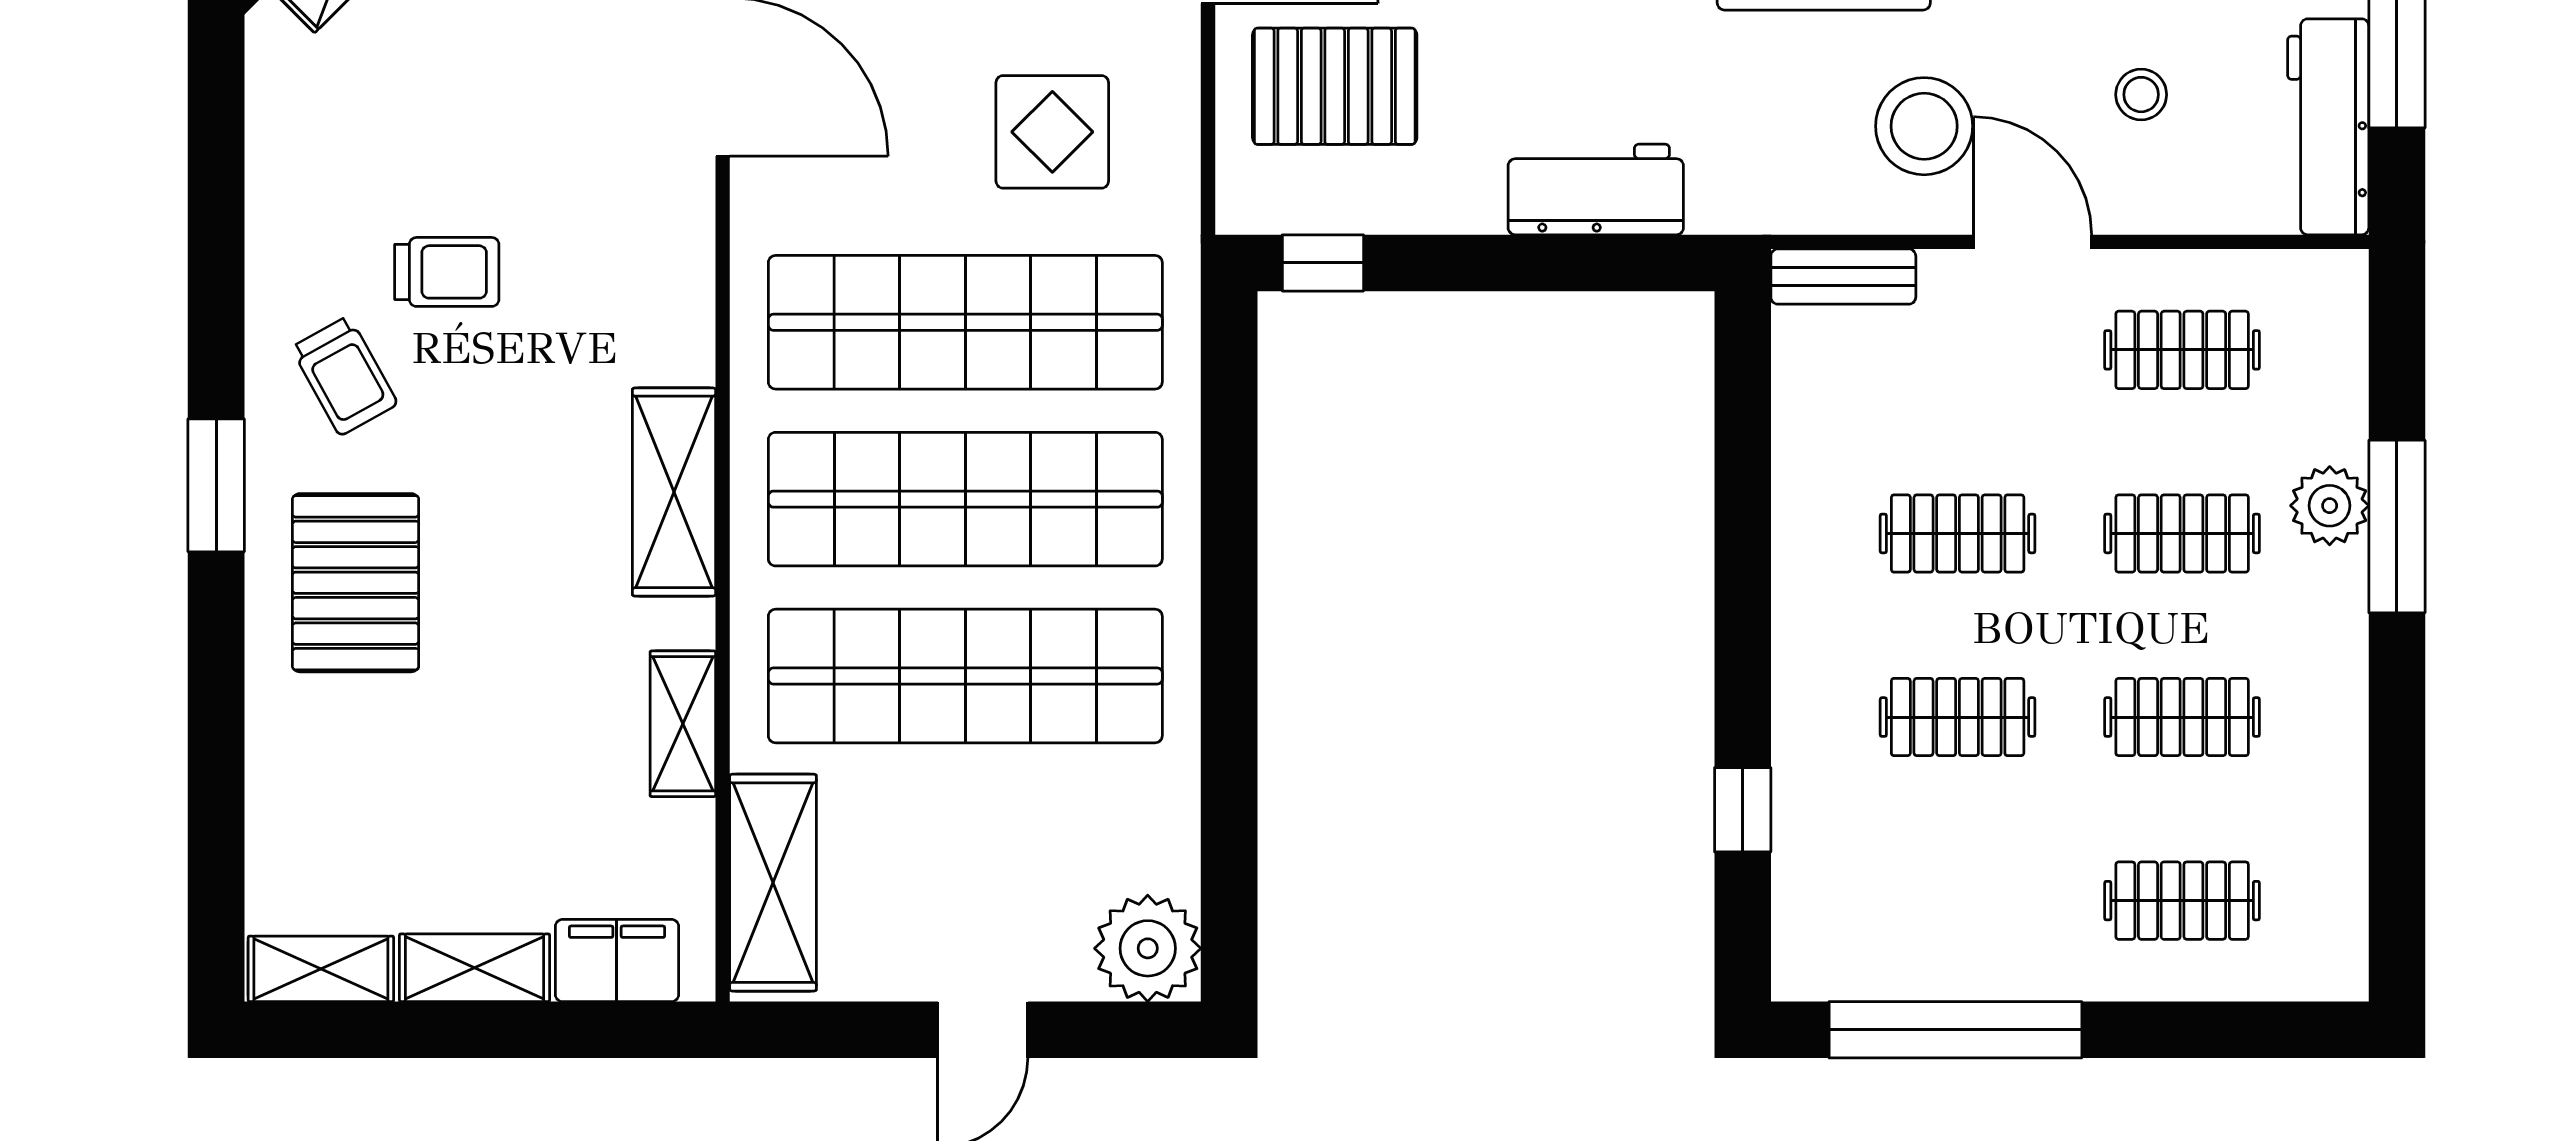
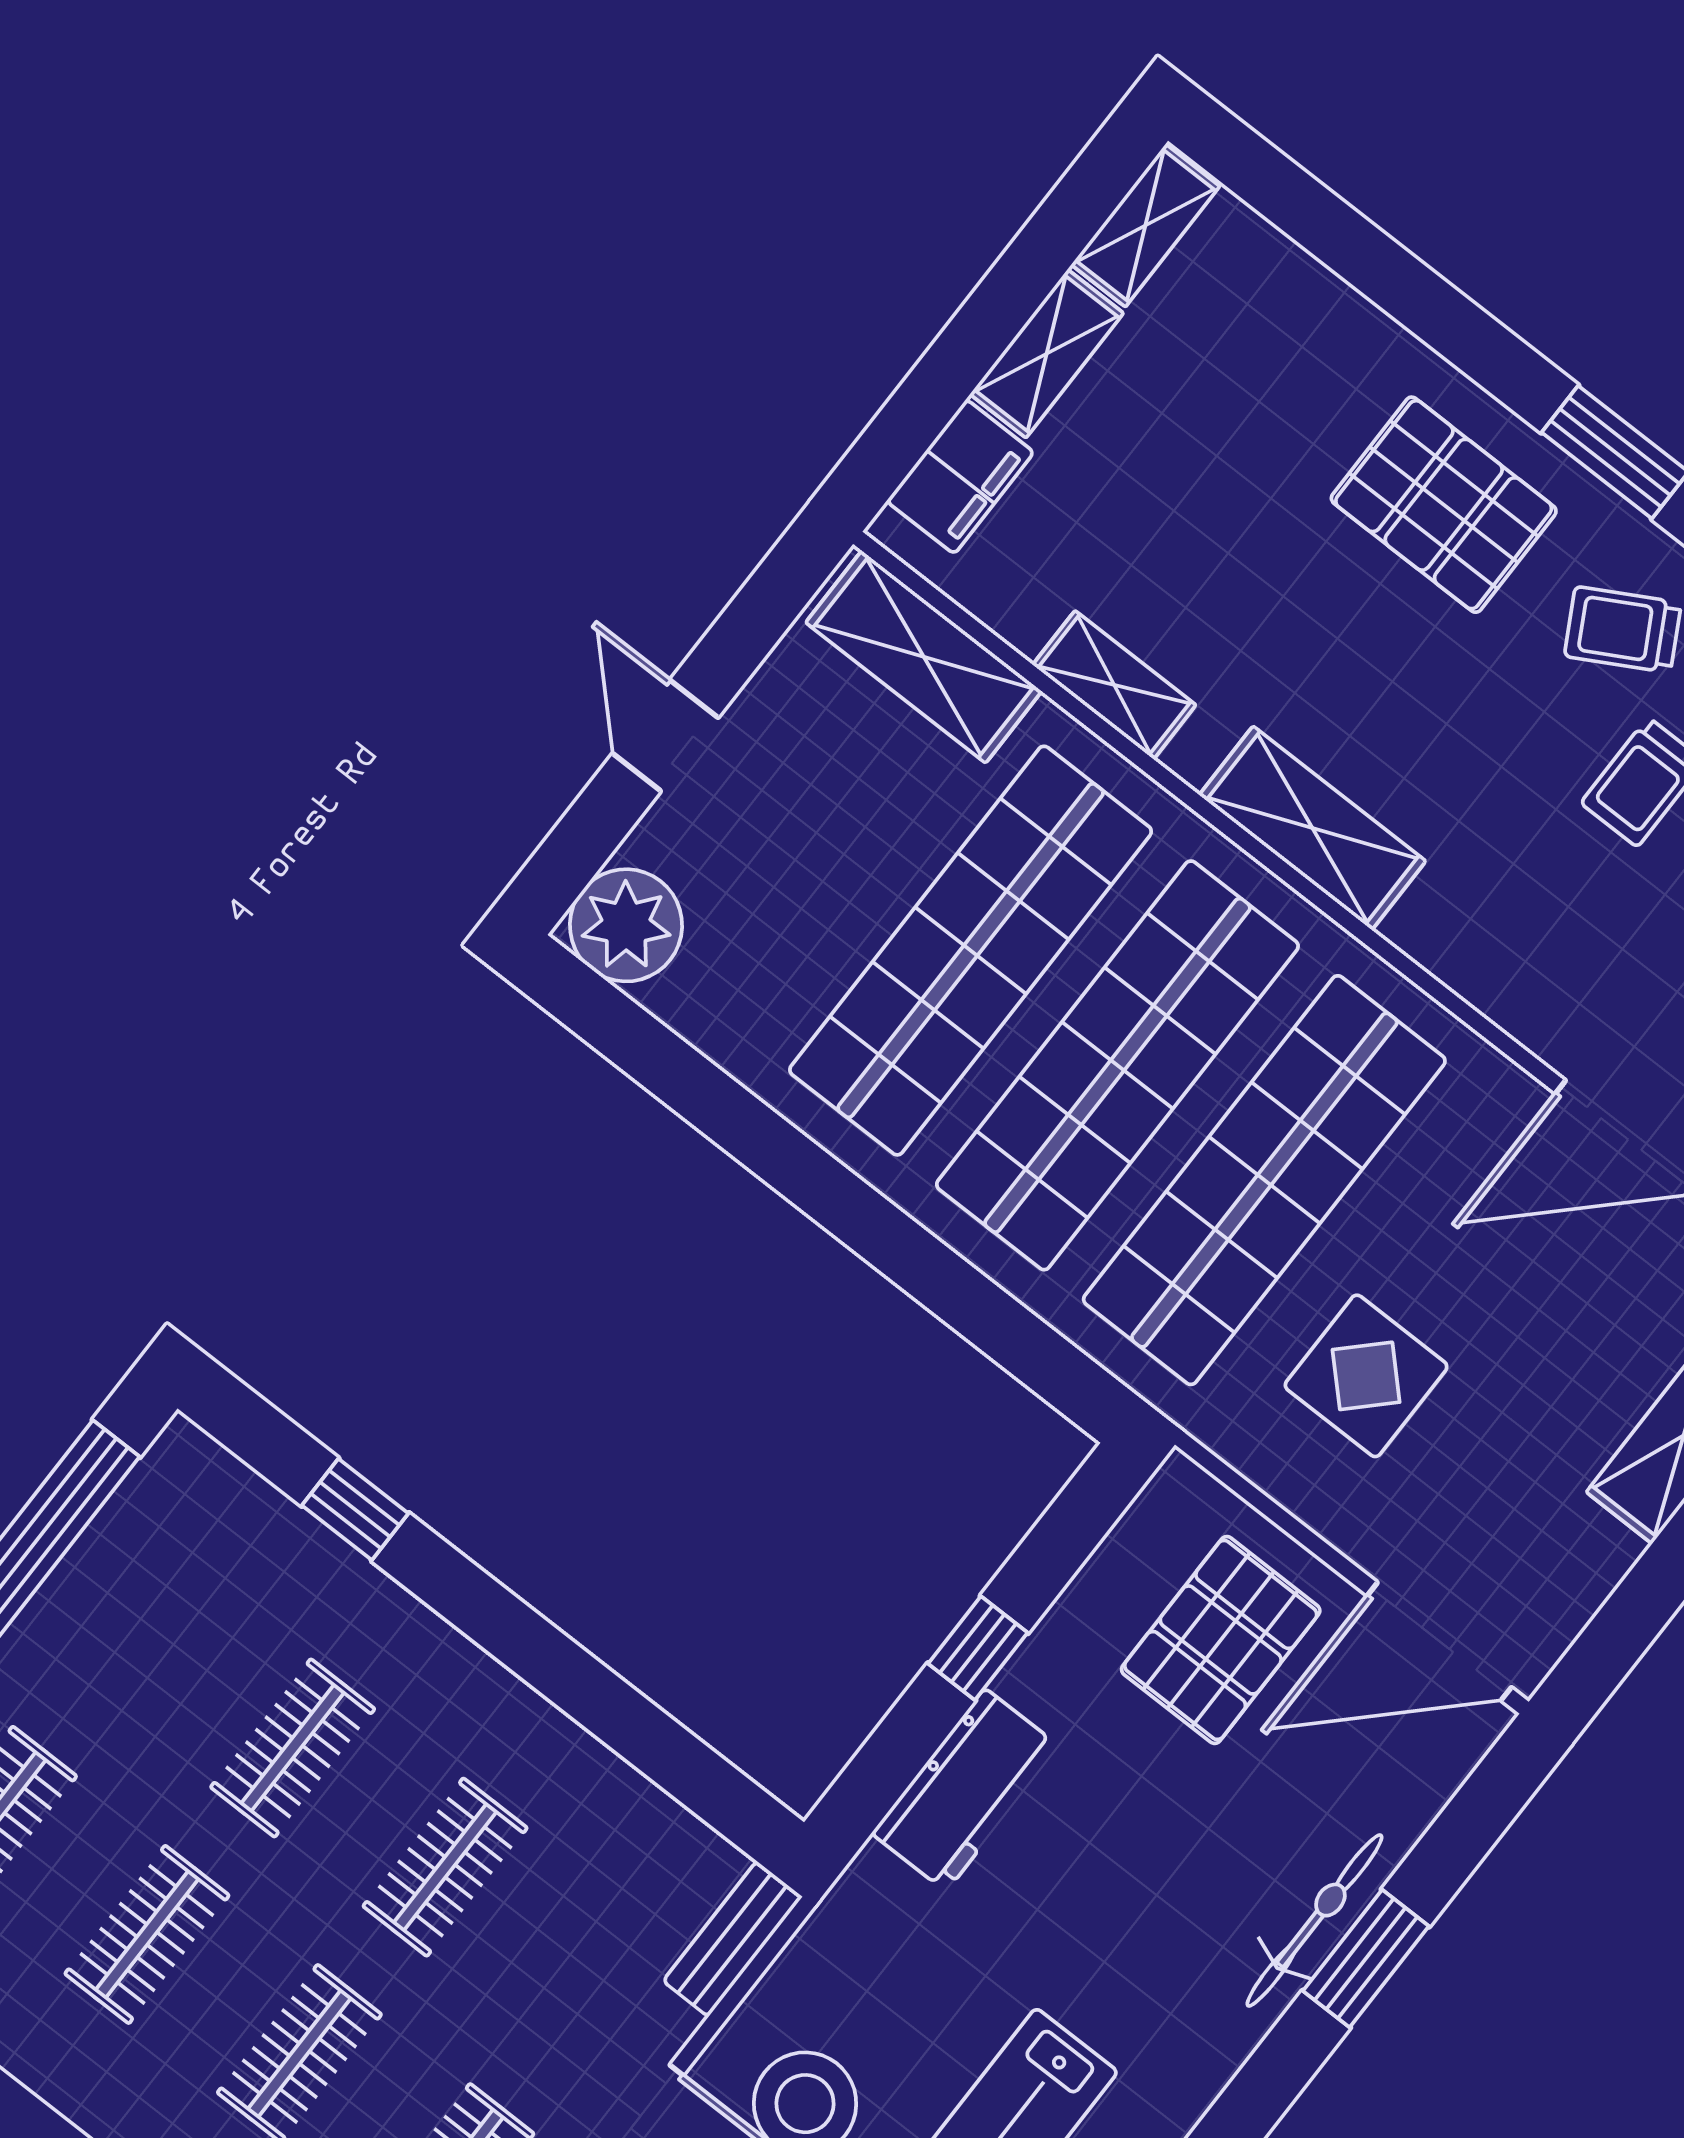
window: (1323, 263) -> (978, 1648), moved

